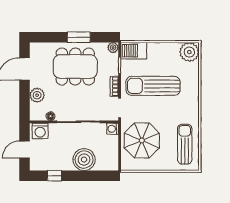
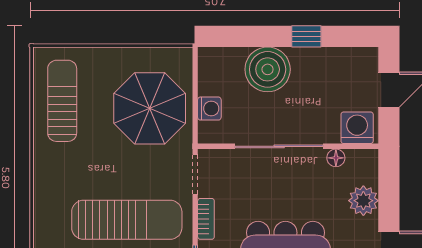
washing machine: (113, 129) -> (209, 109), moved
sun lounger: (185, 144) -> (62, 101), turned 180
window: (54, 176) -> (306, 36), moved

